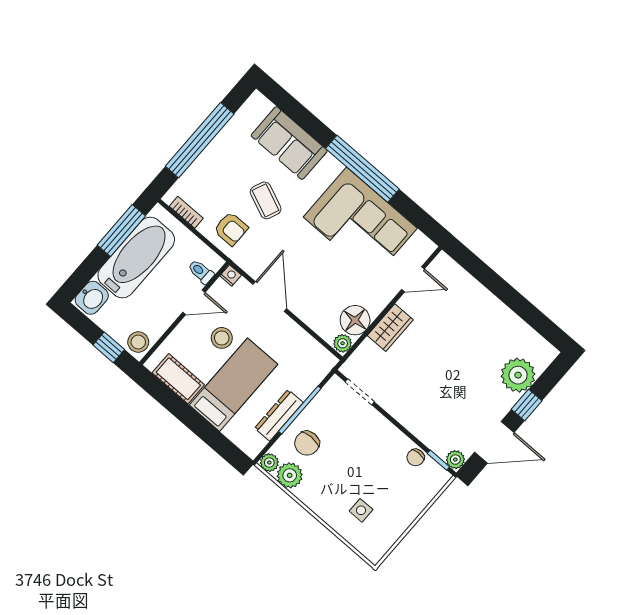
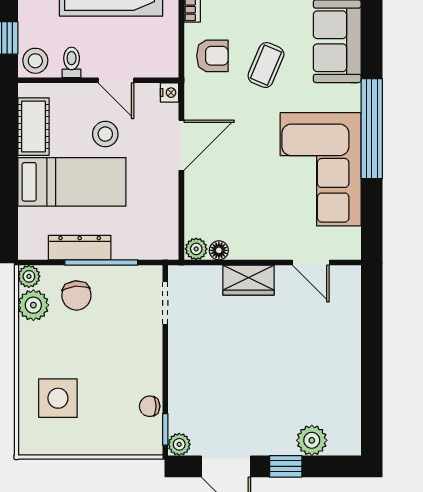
armchair: (231, 229) -> (212, 56), turned -90
toilet: (201, 272) -> (72, 62), moved
floor lamp: (355, 320) -> (219, 250), width x0.53, depth x0.53
plant: (518, 375) -> (312, 440), width x0.73, depth x0.73
chair: (307, 443) -> (76, 295), turned -95
side table: (361, 510) -> (58, 398), width x1.87, depth x1.87

